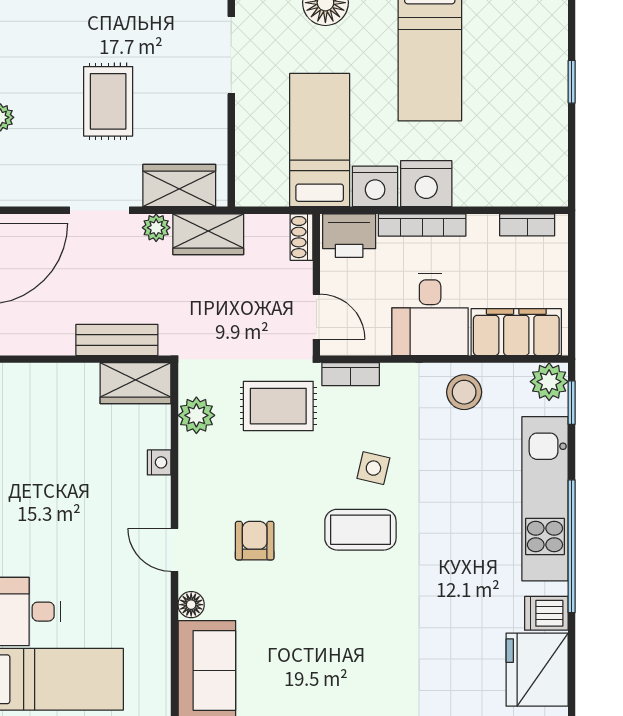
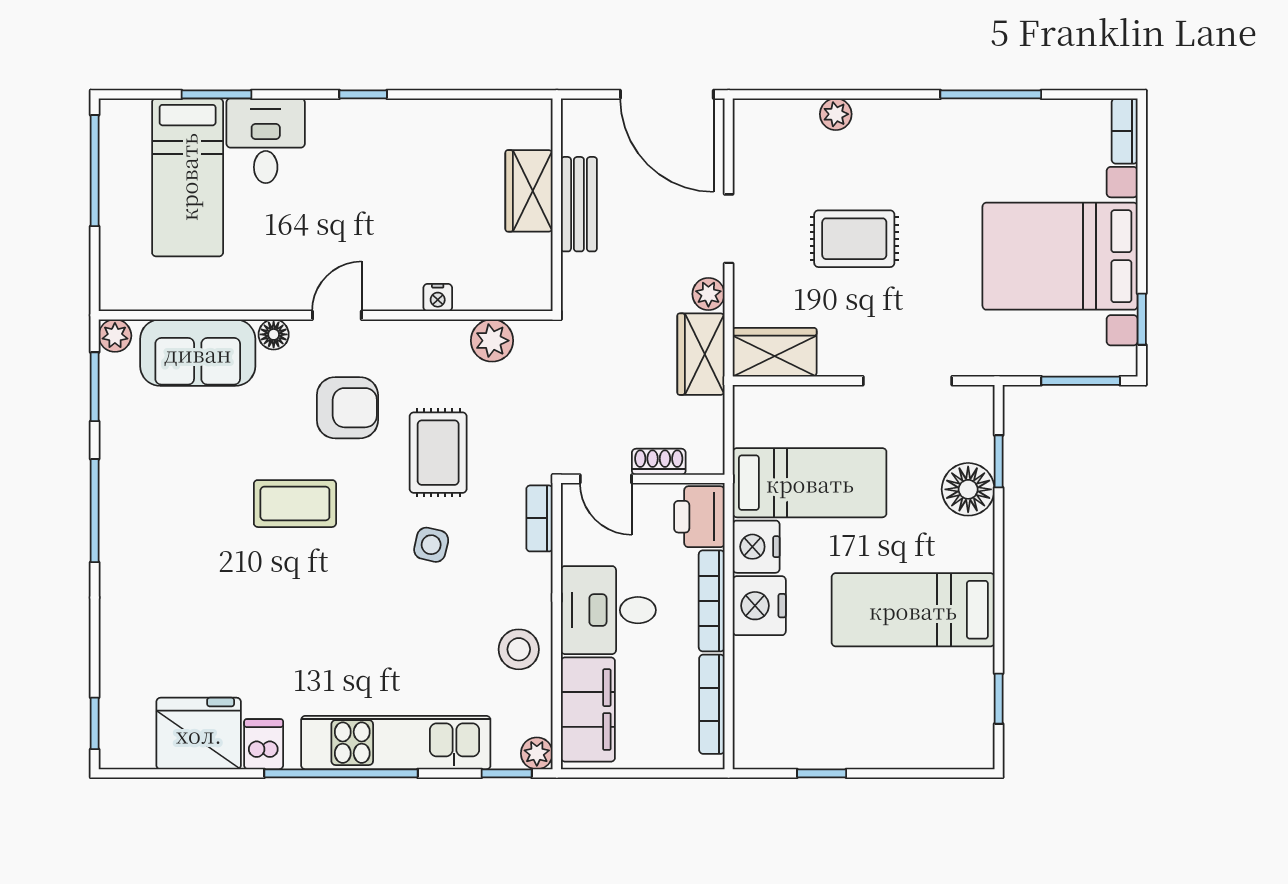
window: (572, 82) -> (822, 773), moved
wardrobe: (179, 186) -> (775, 352), moved, turned -90
bookcase: (527, 225) -> (712, 704), width x1.56
shoe rack: (301, 237) -> (659, 462), moved
door: (316, 317) -> (606, 479), hinge flipped
bench: (117, 340) -> (579, 204), moved
plant: (549, 382) -> (537, 753), width x0.73, depth x0.73
wardrobe: (136, 383) -> (529, 191), moved
rug: (278, 406) -> (438, 453), moved
coffee table: (360, 530) -> (295, 504), moved, turned 90
armchair: (255, 541) -> (347, 408), width x1.38, depth x1.38

